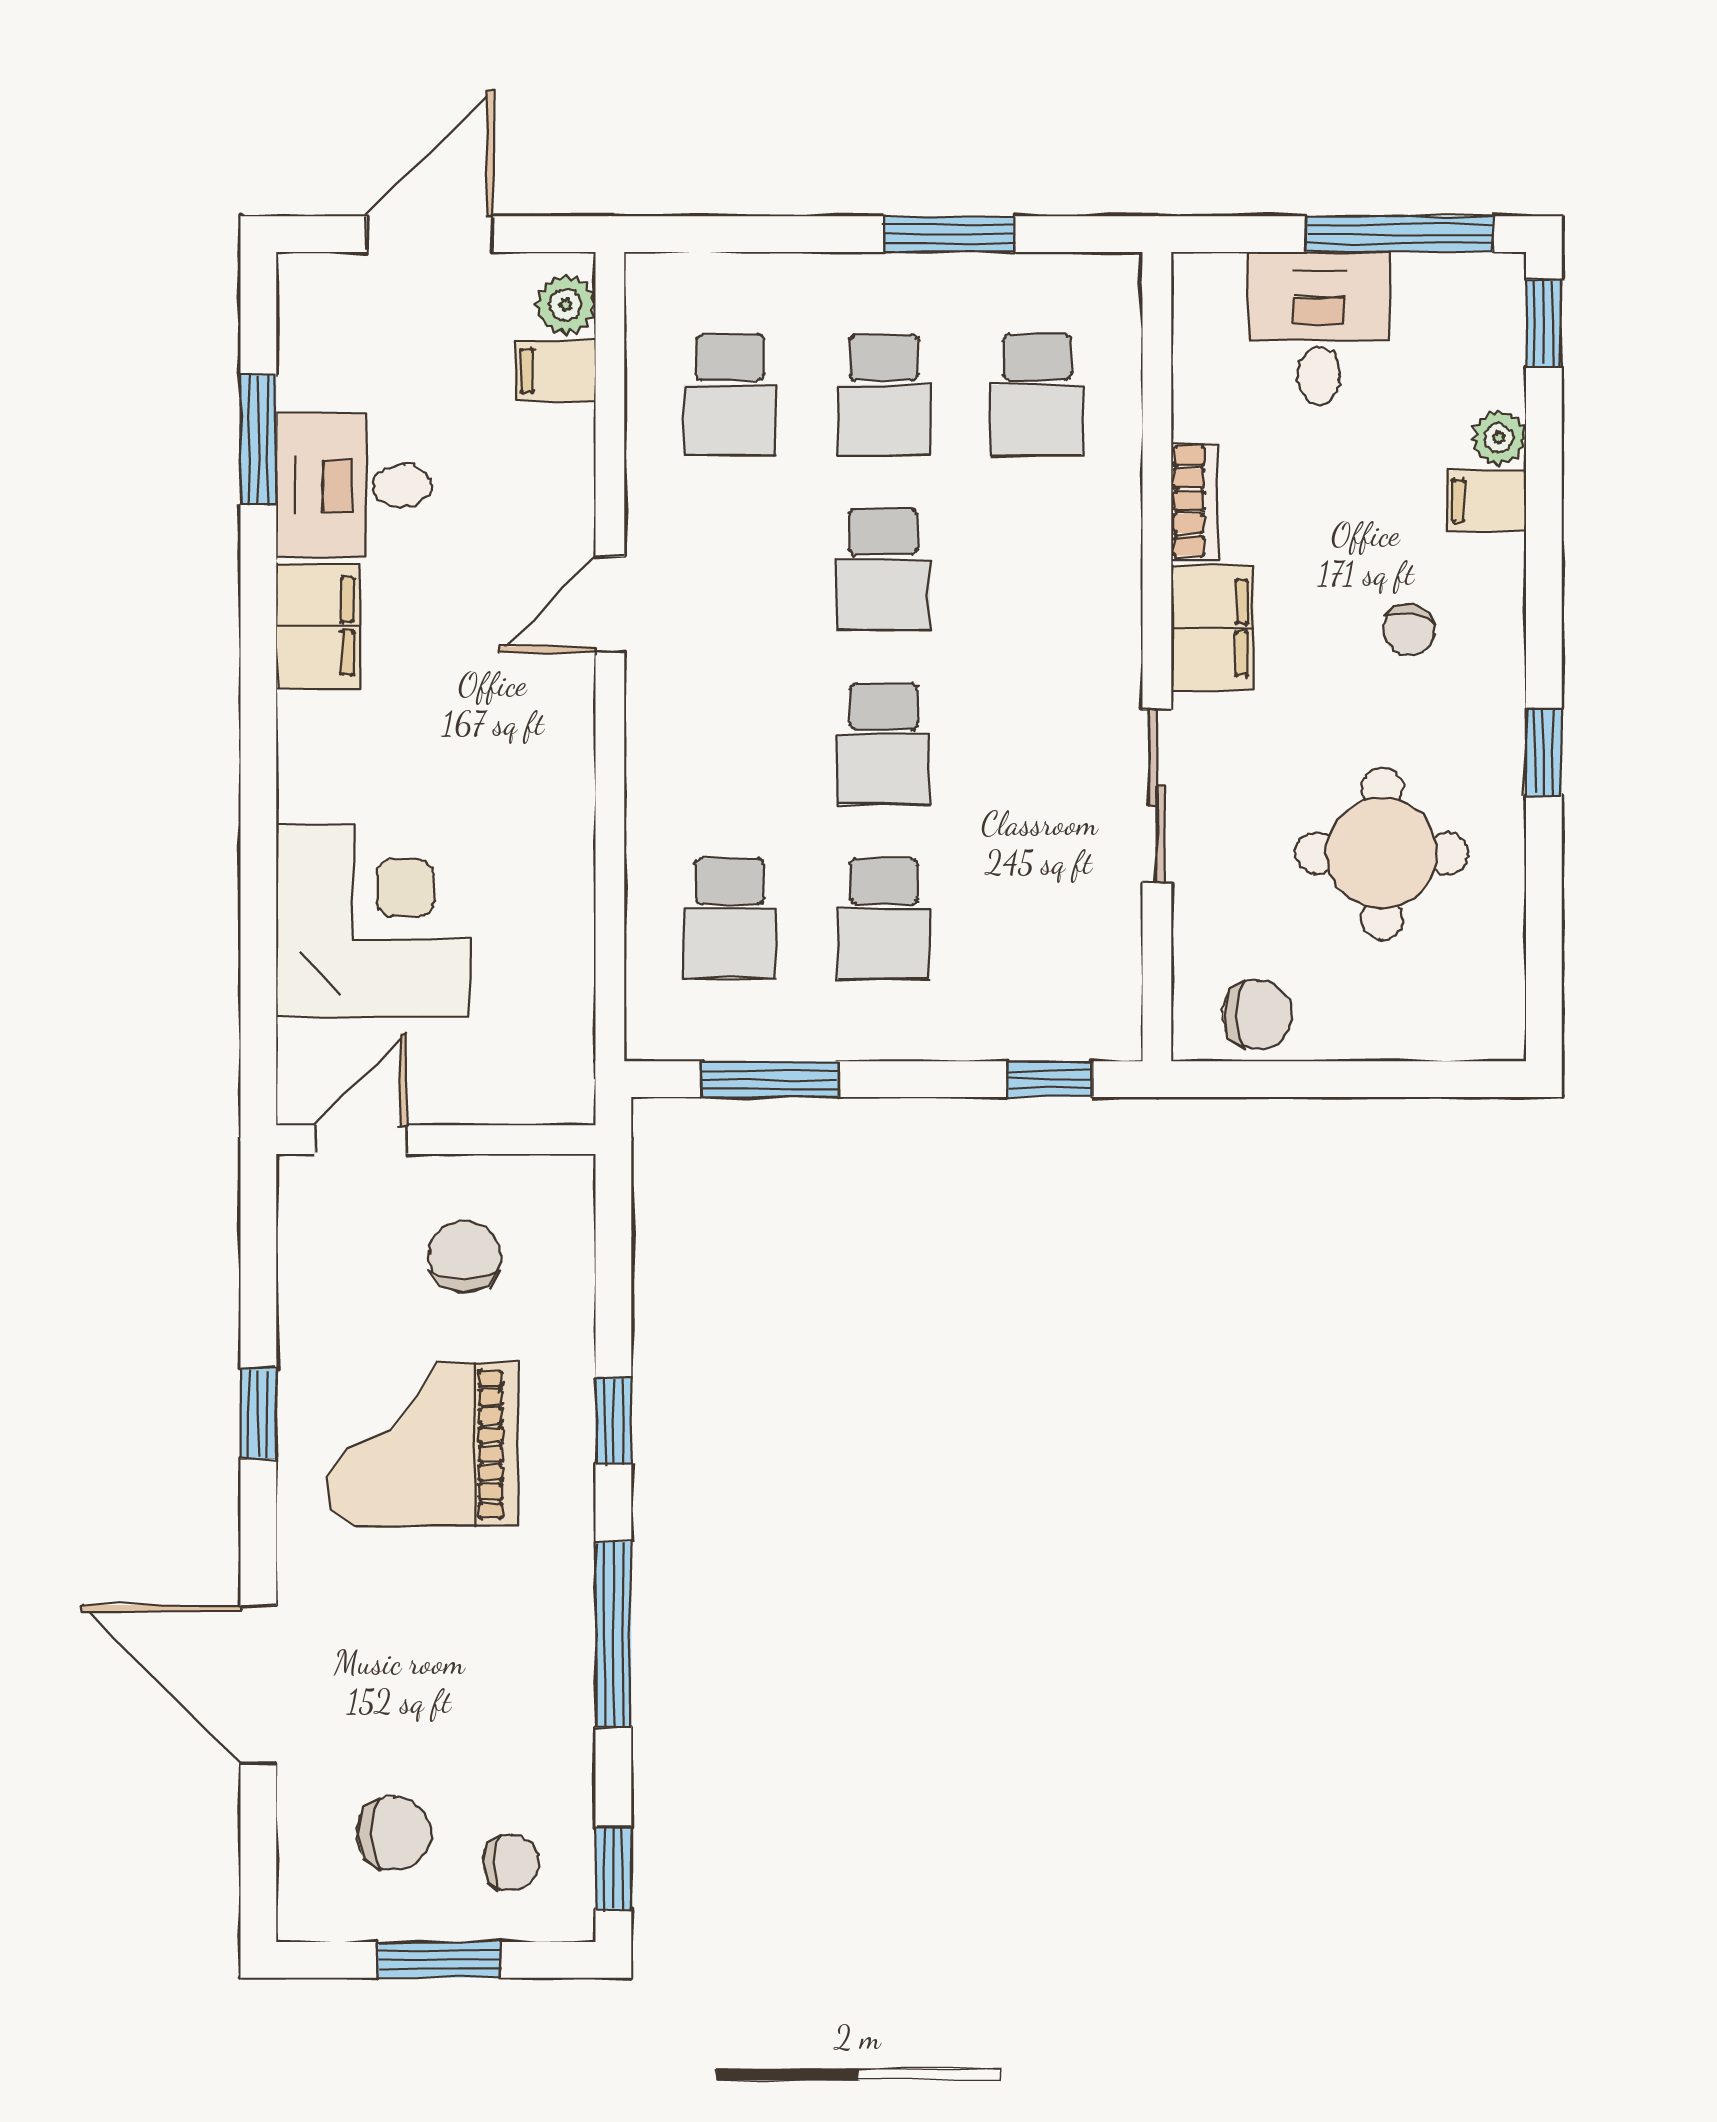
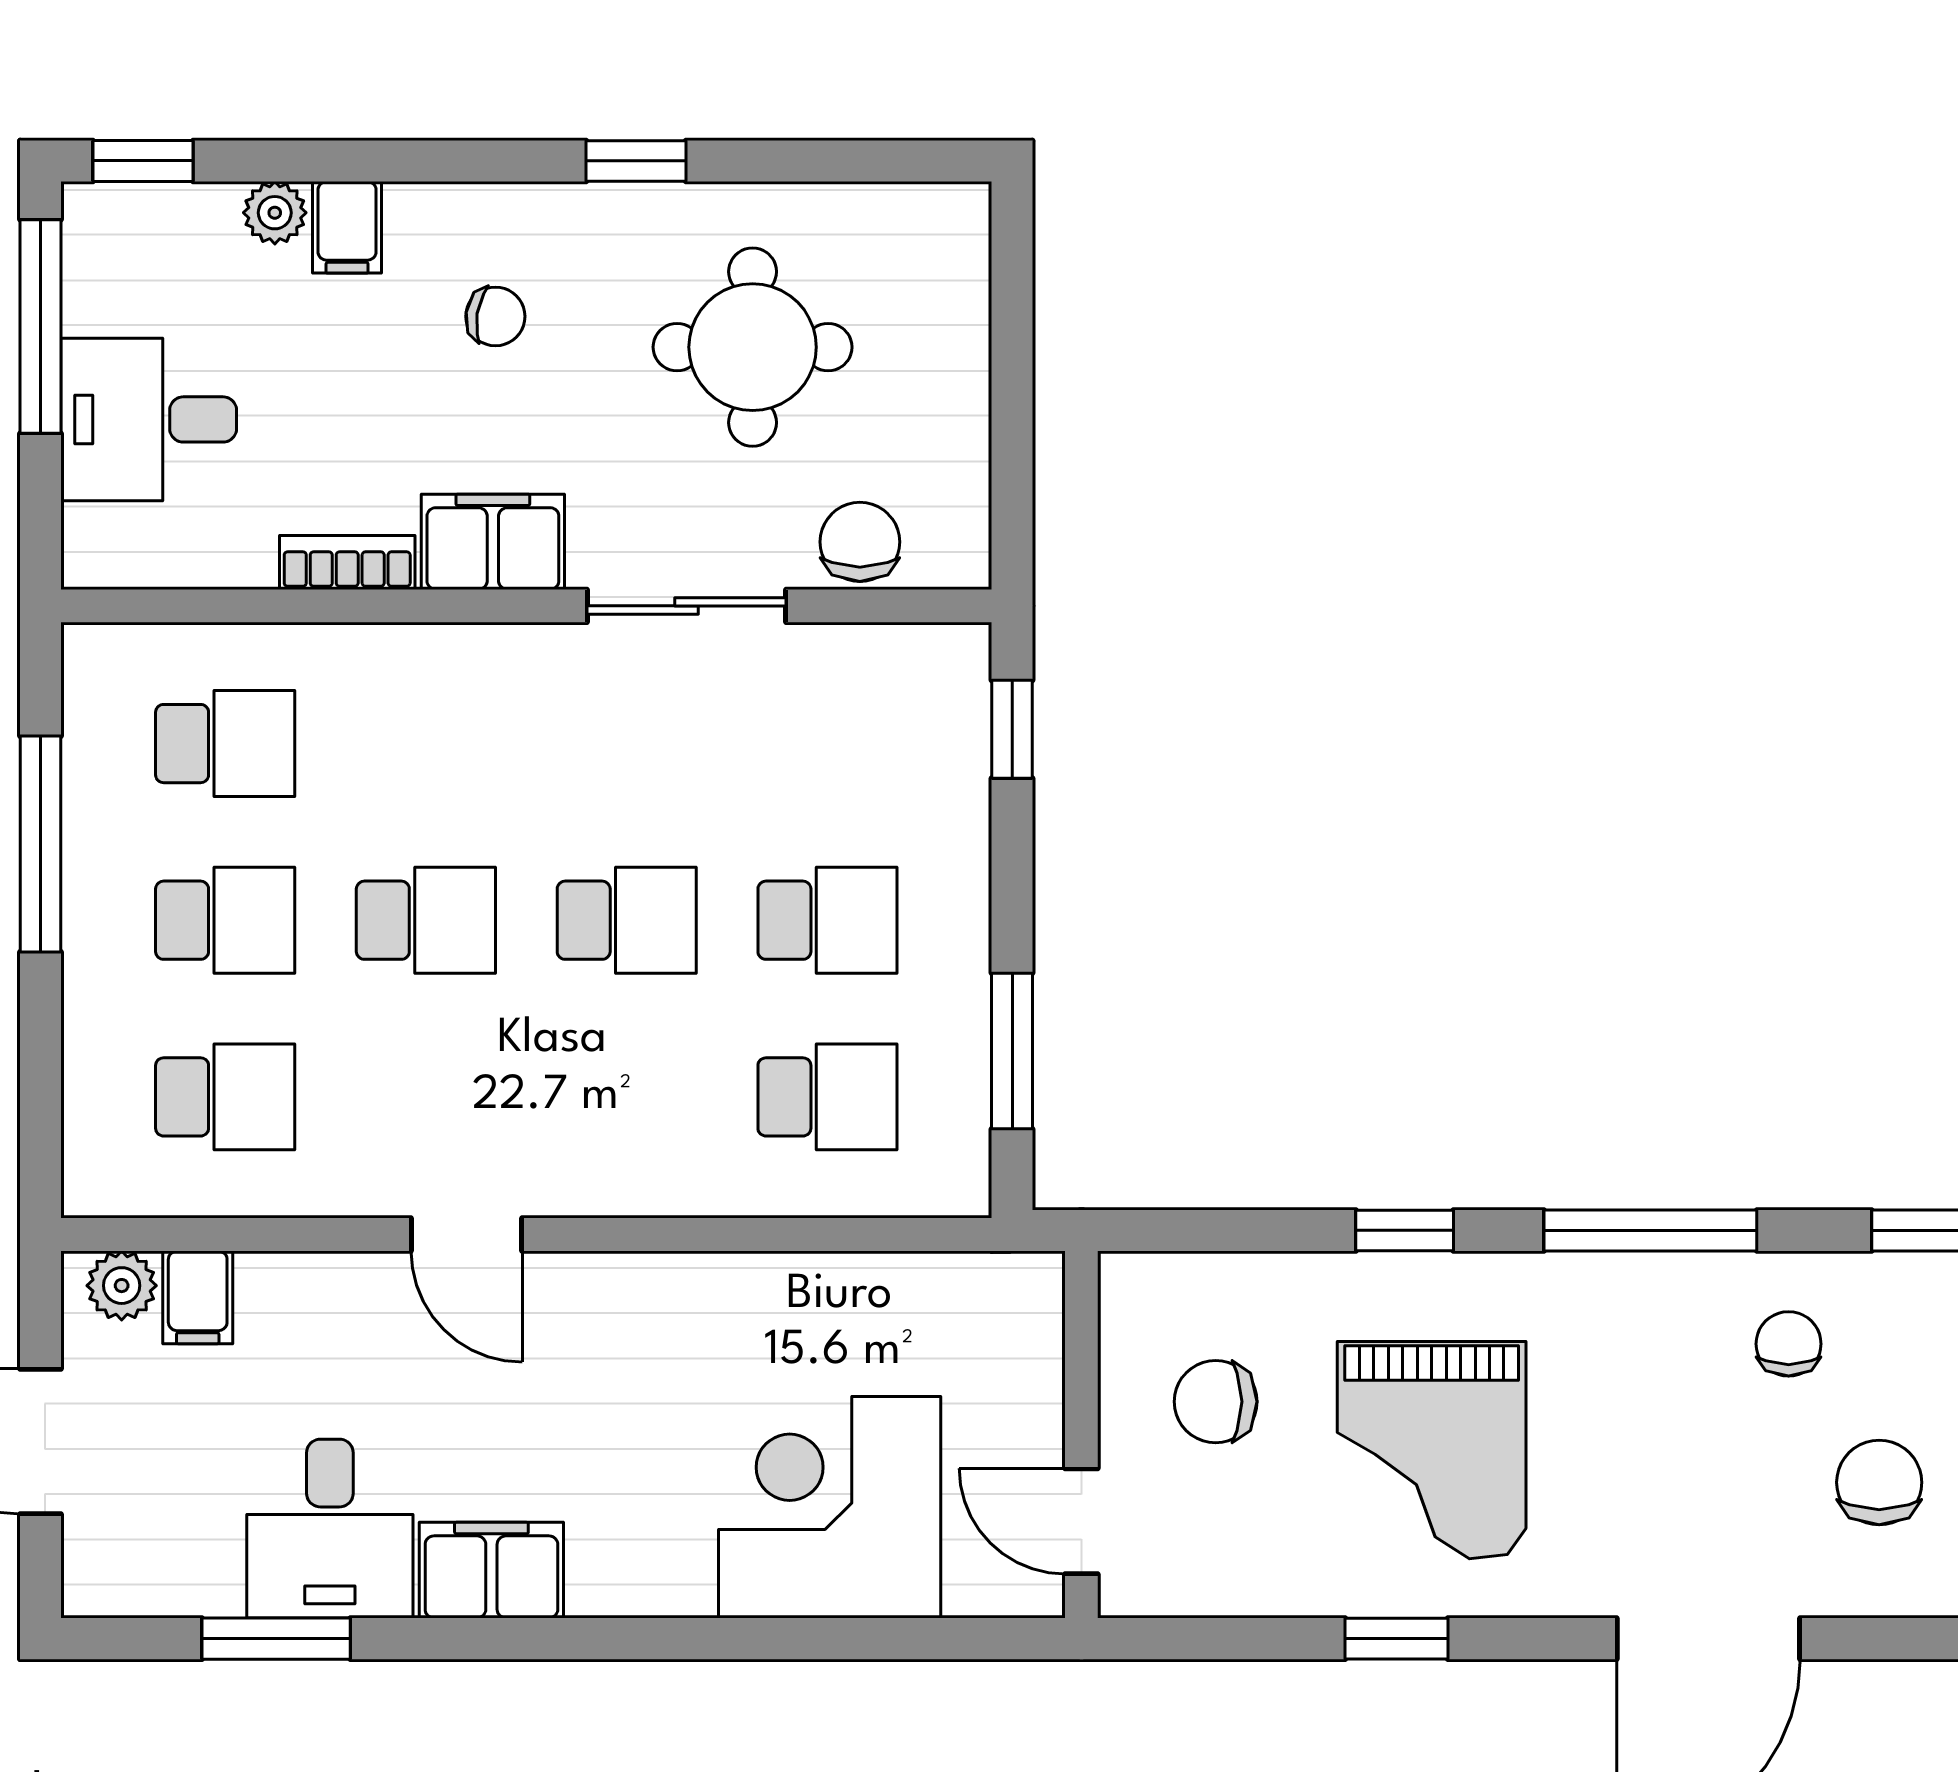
window: (950, 234) -> (41, 844), width x1.44
chair: (1258, 1015) -> (860, 542), moved
chair: (511, 1863) -> (1789, 1344), moved

